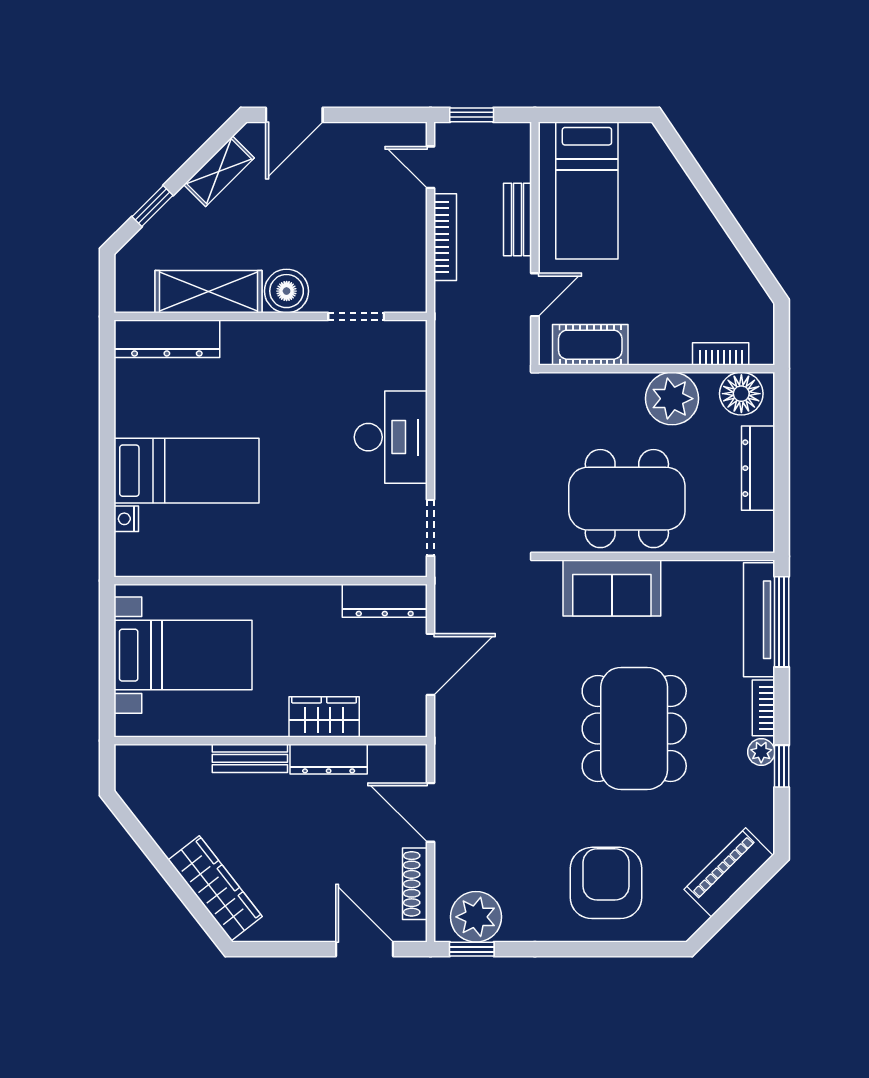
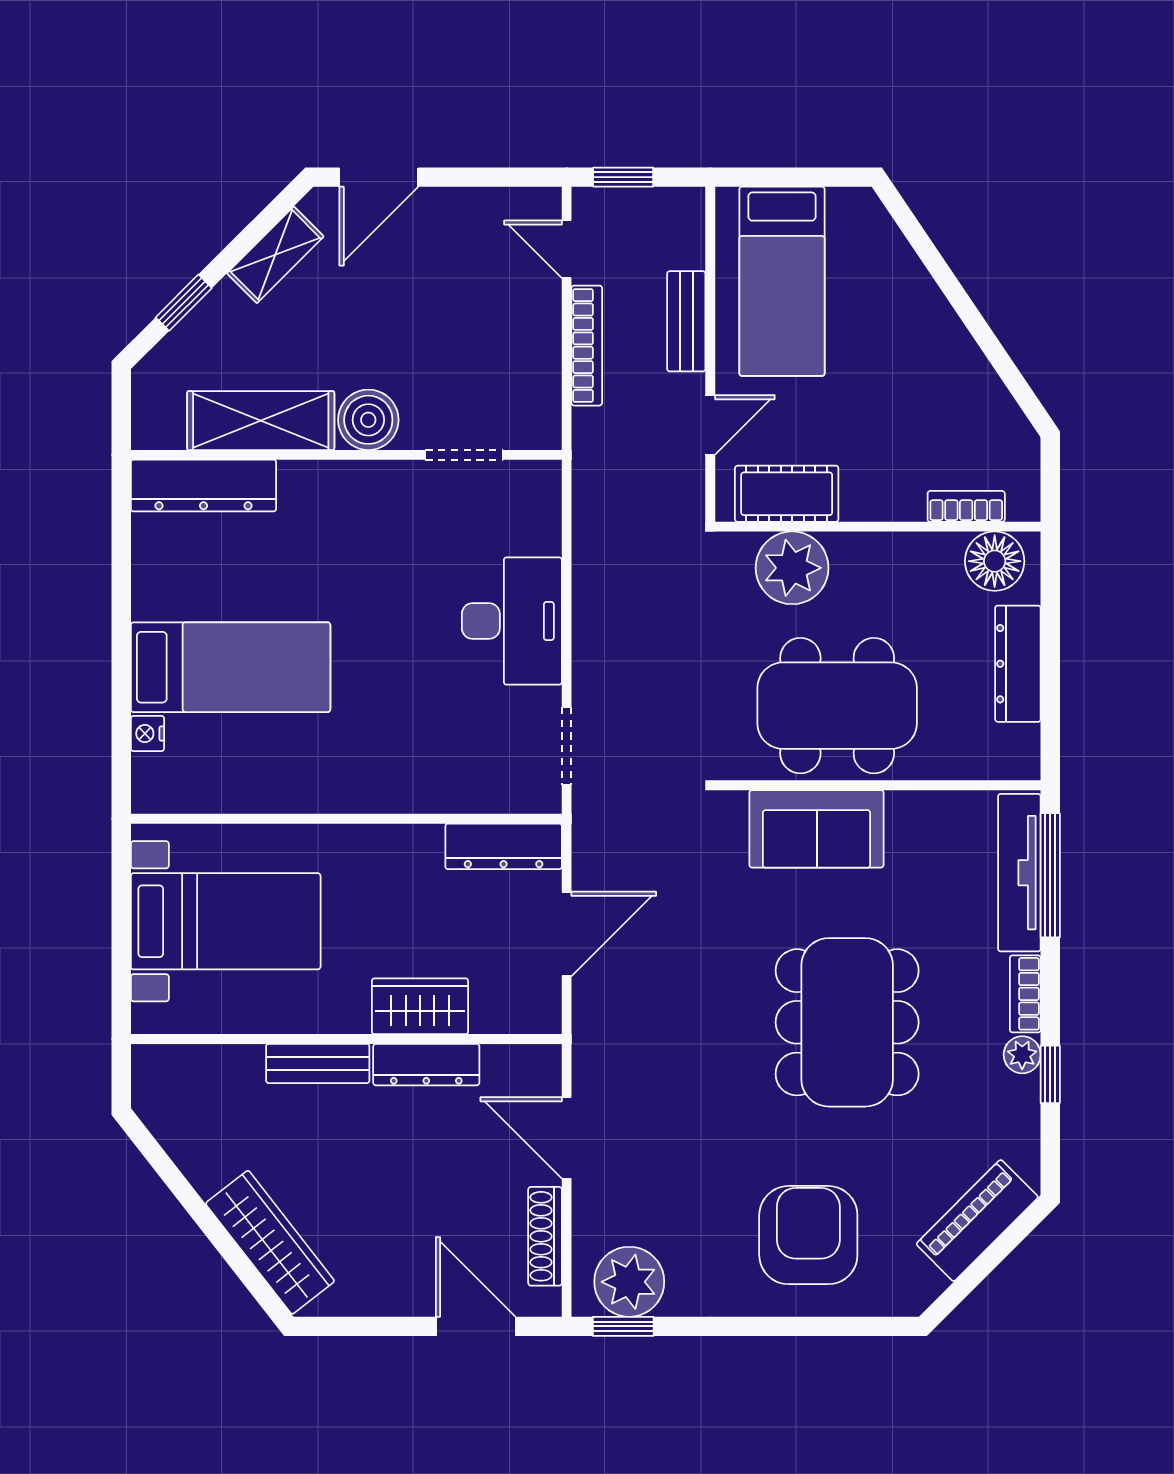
plant: (672, 399) -> (792, 568), moved

